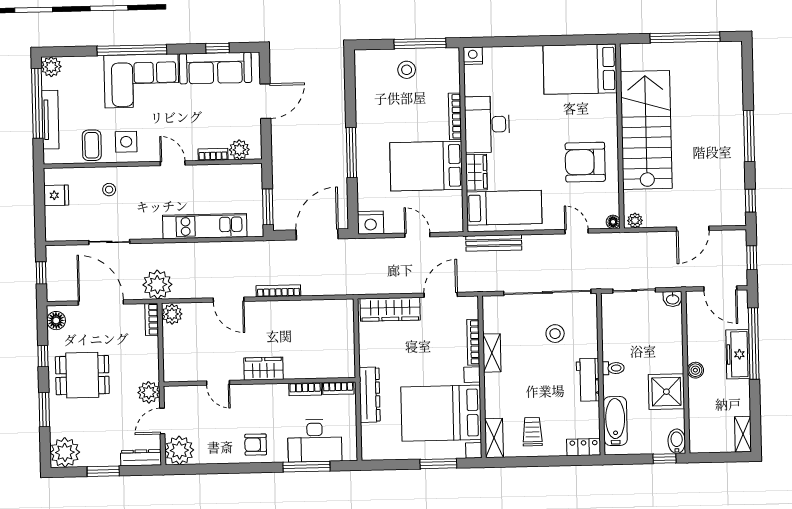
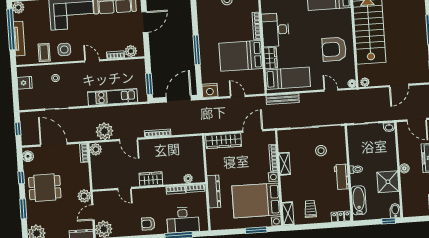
plant: (157, 285) -> (104, 131), moved
plant: (327, 371) -> (188, 179), added

